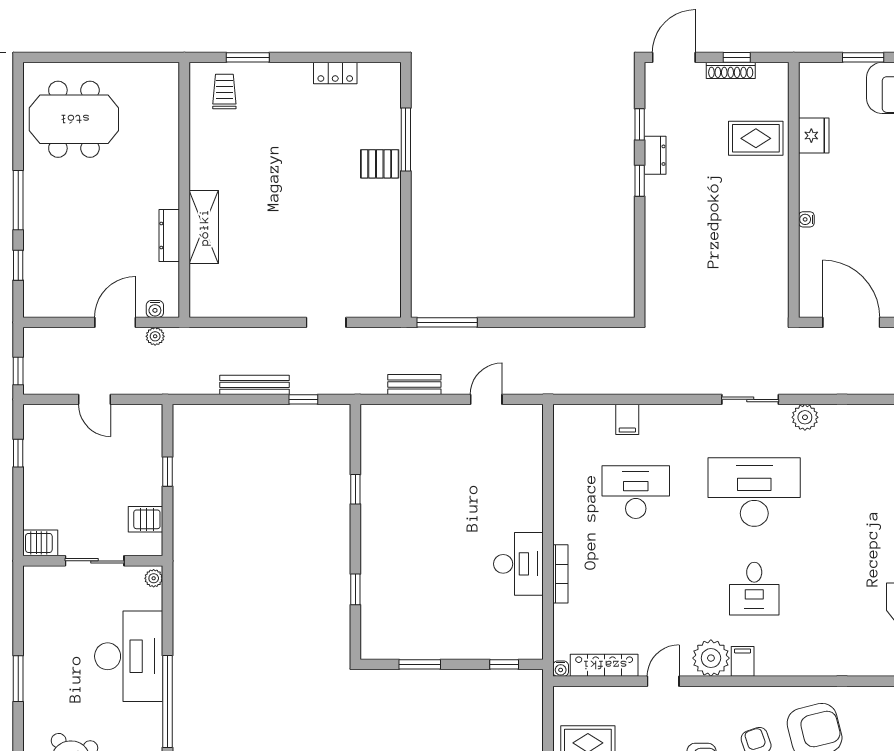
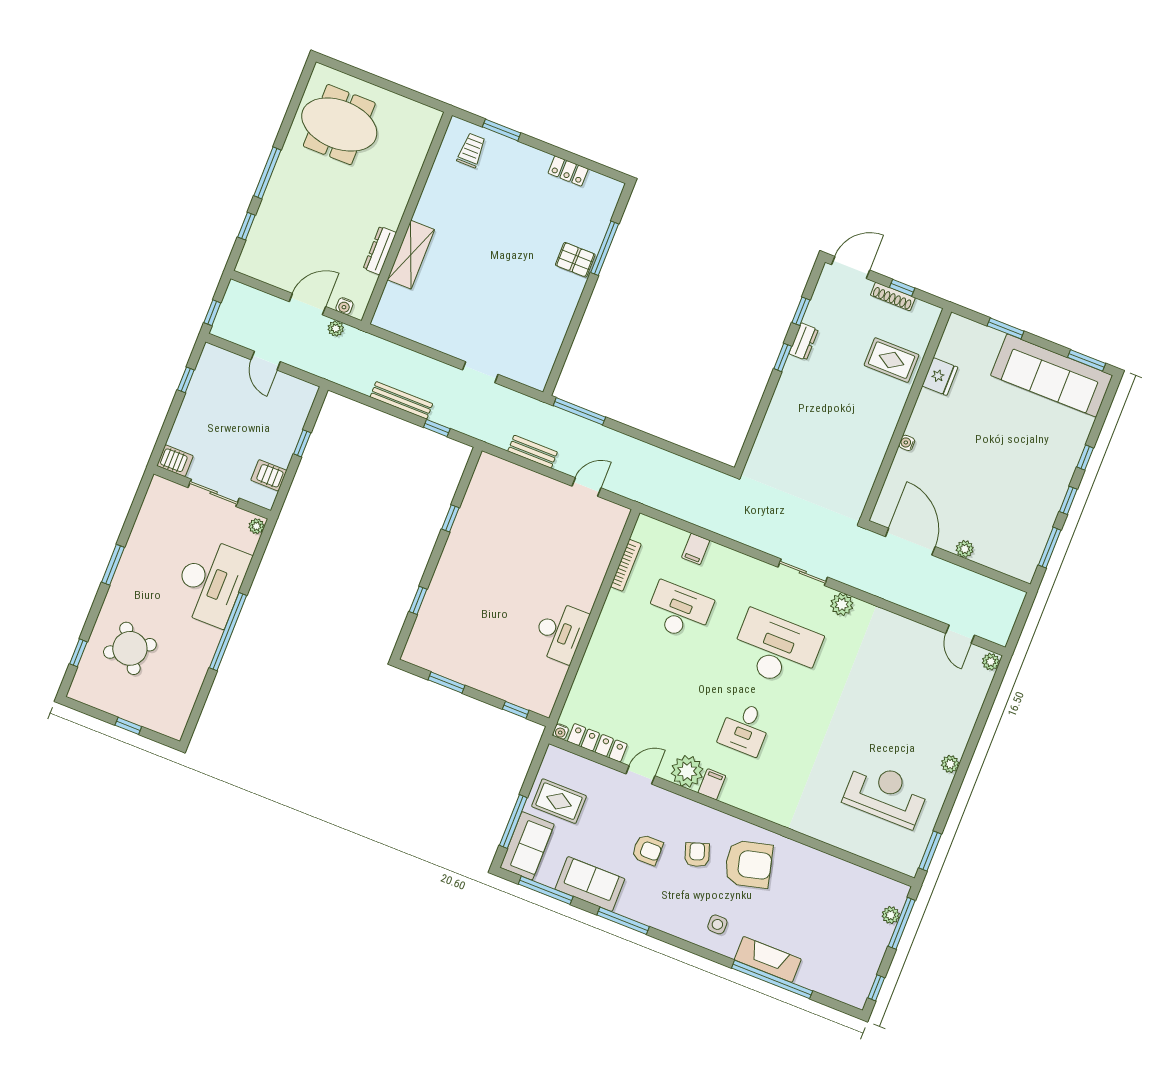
bookcase: (560, 574) -> (626, 565), moved

